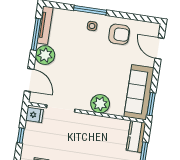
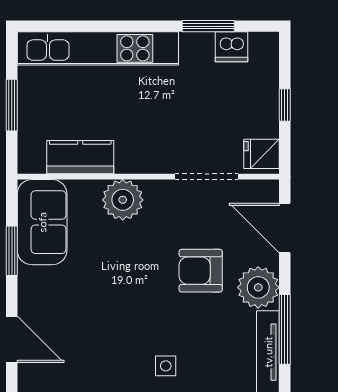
armchair: (119, 34) -> (201, 271), moved
sofa: (139, 92) -> (42, 222), width x0.73
window: (151, 104) -> (12, 251), moved
kitchen counter: (136, 137) -> (80, 157), moved, turned -90

